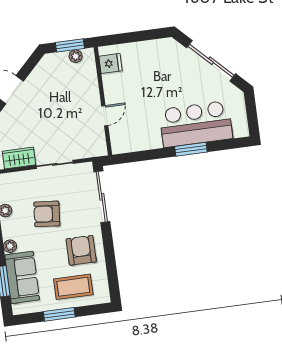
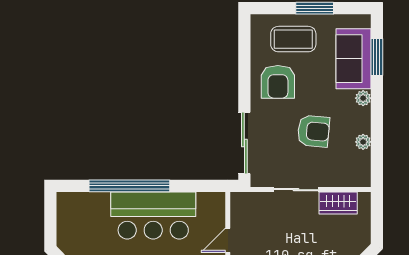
bar counter: (196, 124) -> (153, 216), moved
window: (191, 149) -> (129, 186), width x2.11

